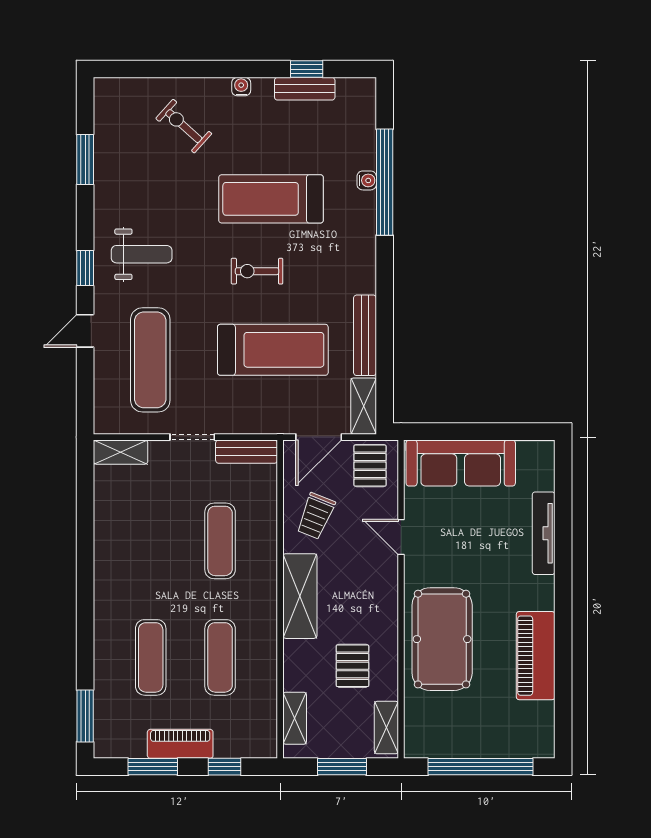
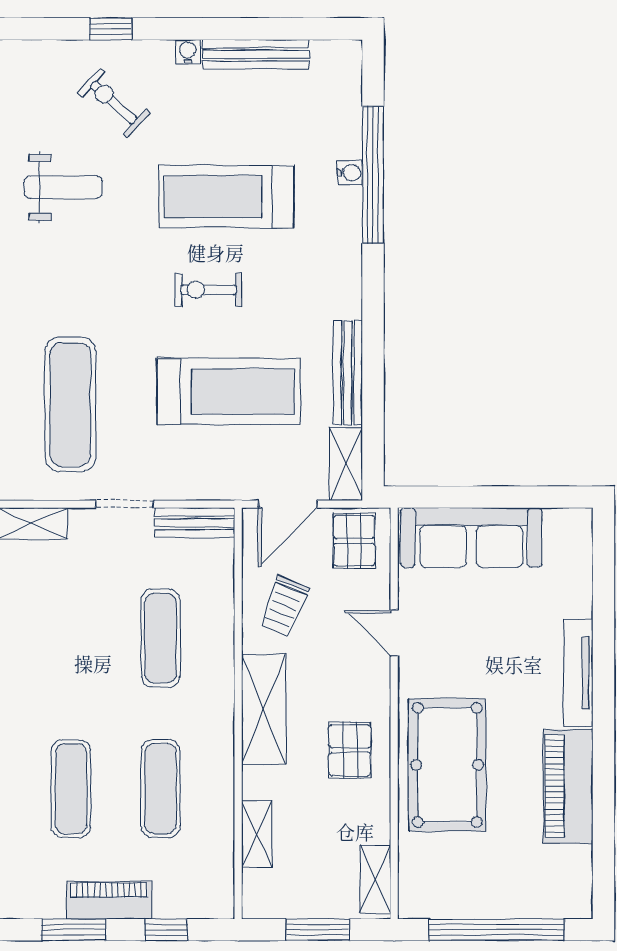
window: (307, 69) -> (111, 29), moved
bench: (305, 89) -> (256, 54), width x1.36
weight bench: (142, 254) -> (63, 187), moved
tv unit: (544, 533) -> (578, 673), moved
pallet: (352, 666) -> (350, 750), moved
shelving: (295, 718) -> (257, 834), moved

